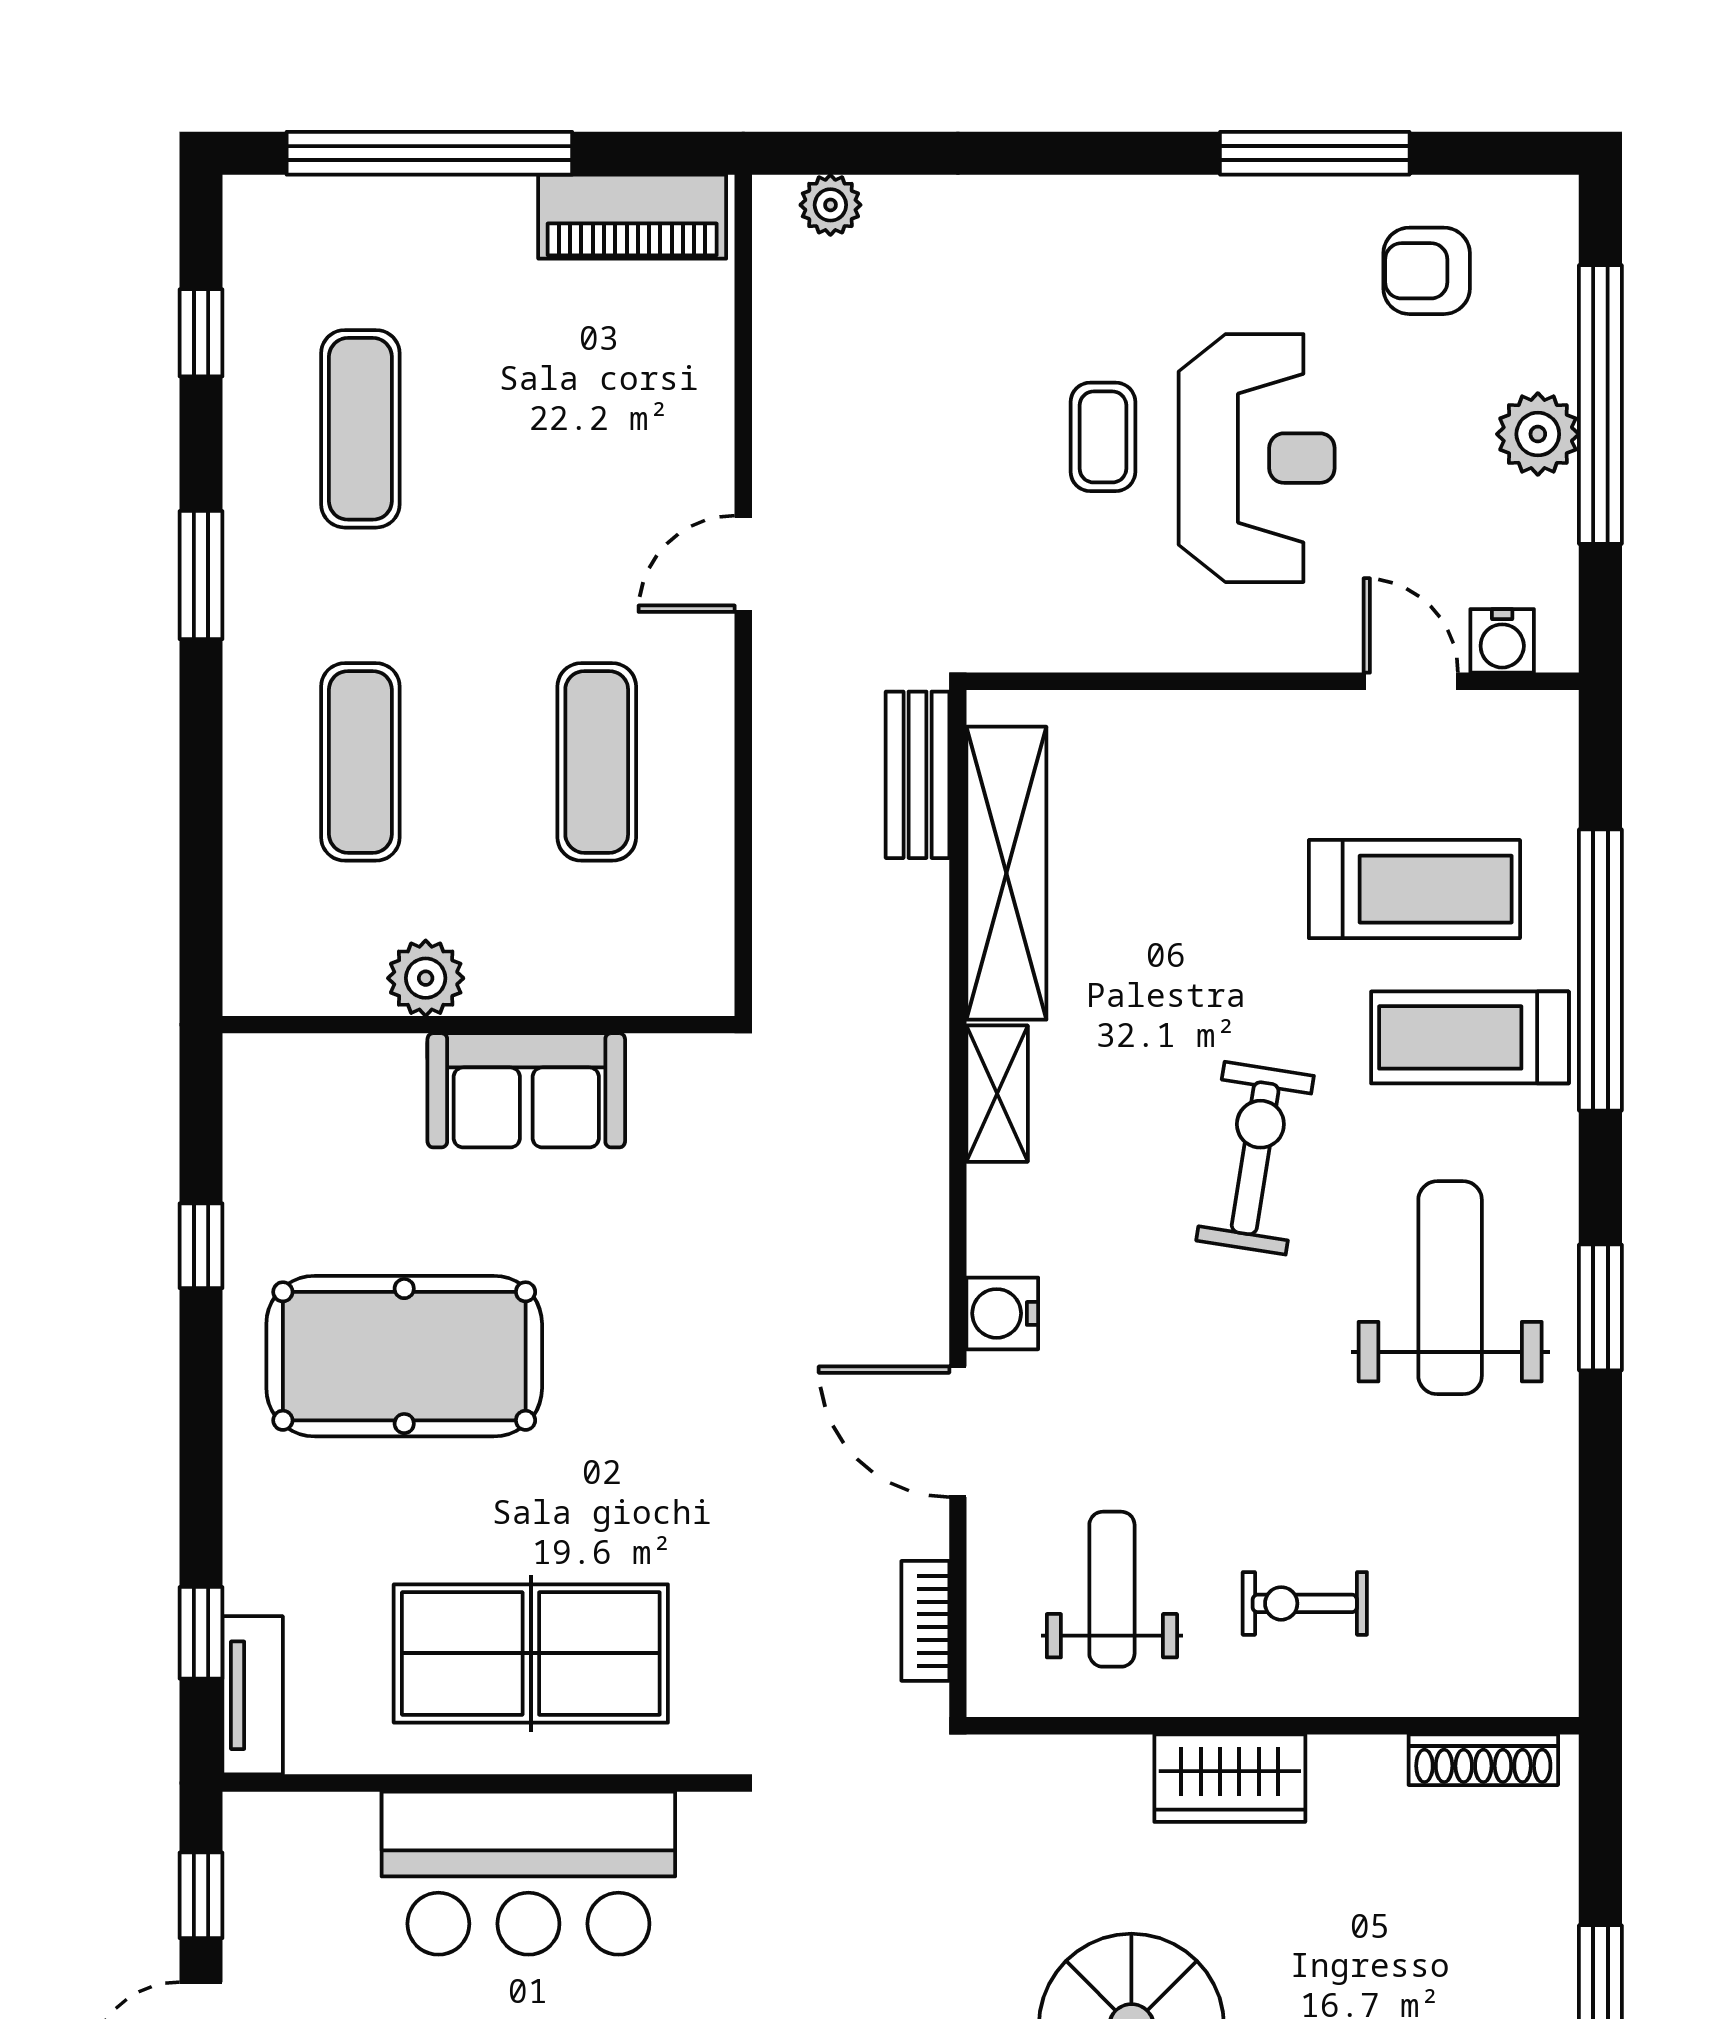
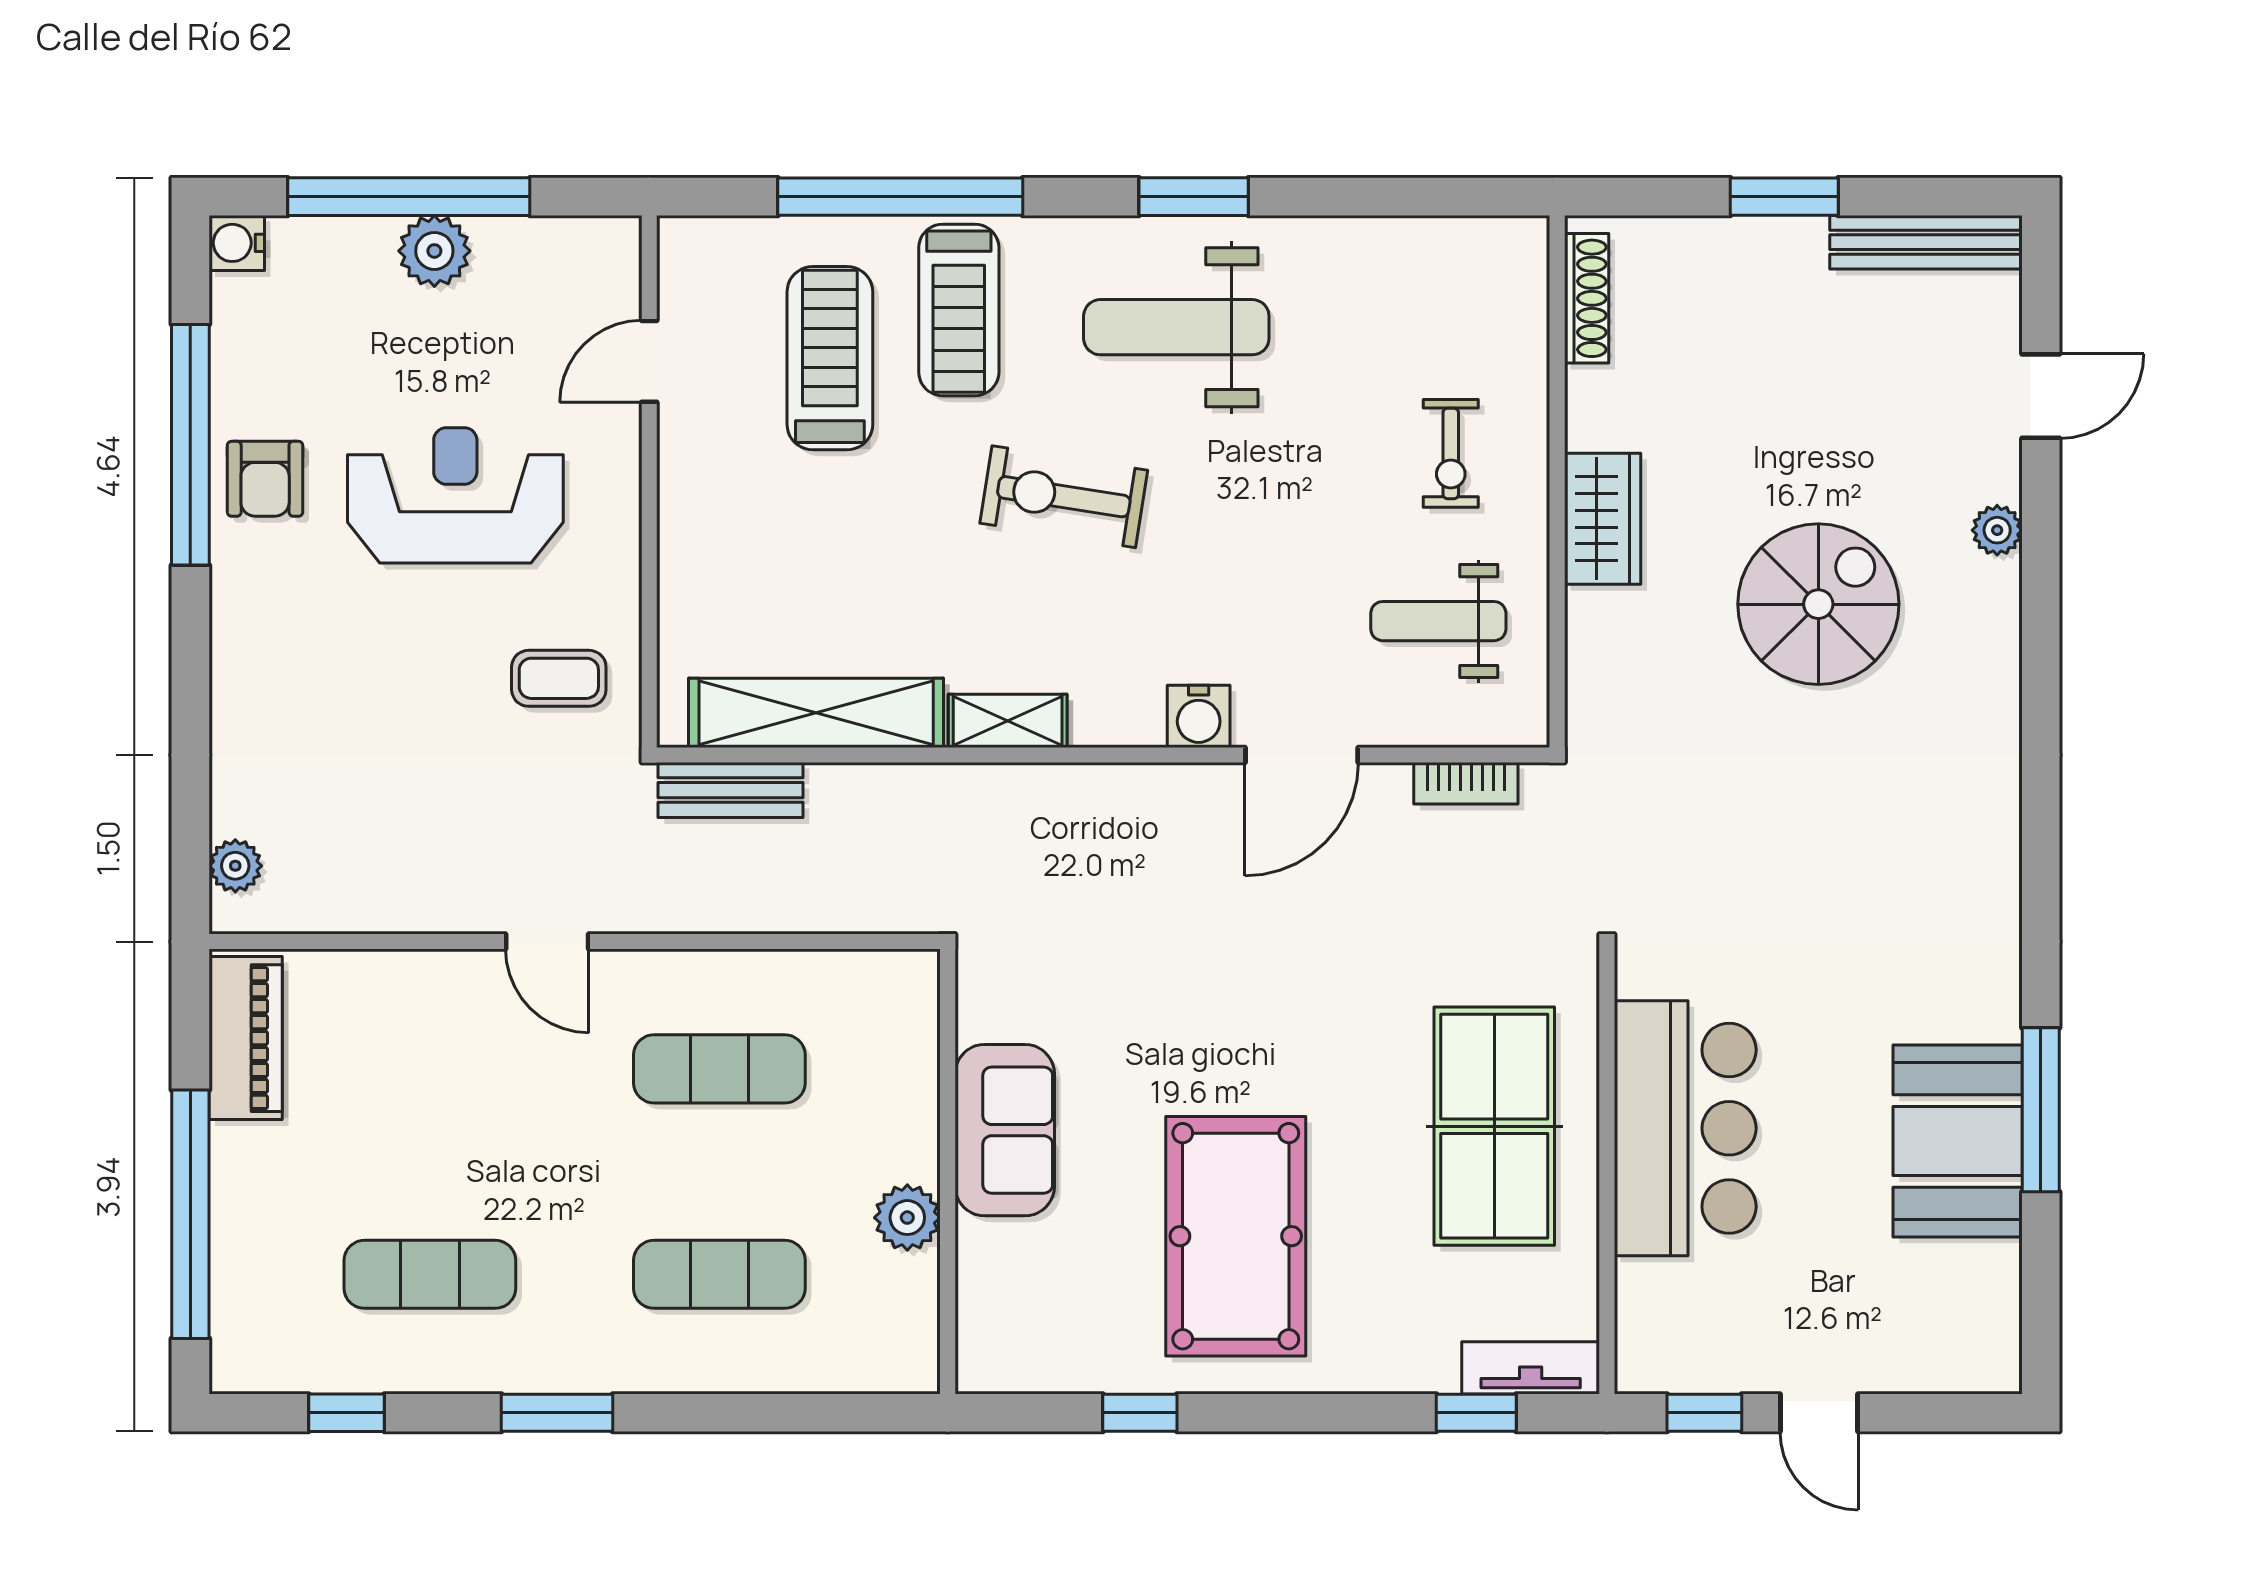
window: (1315, 153) -> (190, 445), width x1.46
armchair: (1427, 271) -> (265, 479), moved
coffee table: (1103, 437) -> (559, 678), moved
water cooler: (1502, 641) -> (237, 243), moved, turned 180

